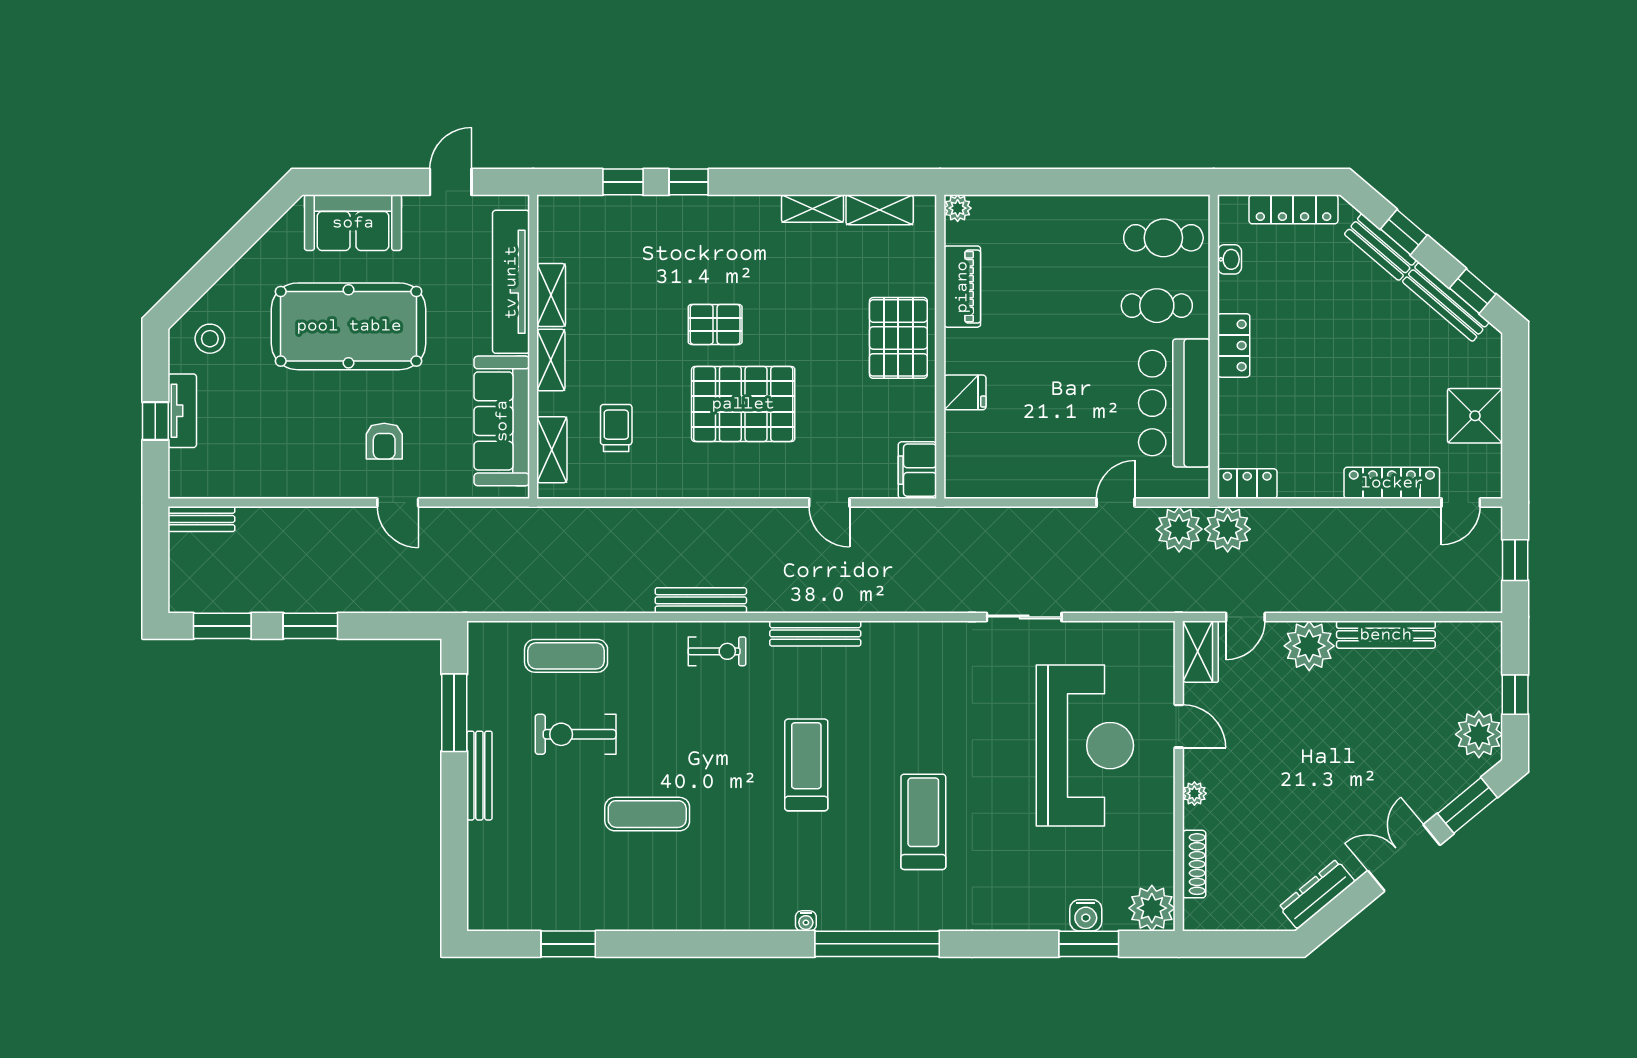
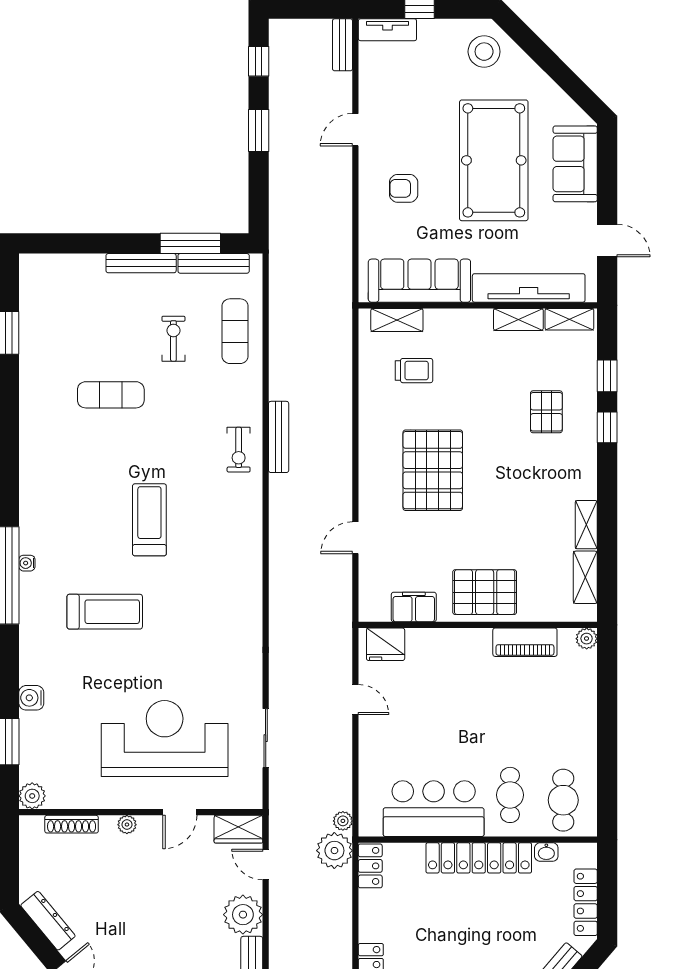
pallet: (715, 324) -> (546, 412), moved
stool: (210, 339) -> (484, 52), width x1.38, depth x1.38
locker: (1234, 345) -> (479, 858), width x2.16, depth x1.21
shelving: (551, 360) -> (569, 319), moved
fridge: (965, 392) -> (386, 644), moved, width x1.38
tv unit: (182, 411) -> (387, 30), moved
filing cabinet: (917, 470) -> (414, 607), moved
door: (398, 502) -> (355, 130), moved
door: (1116, 502) -> (355, 699), moved
plant: (1179, 529) -> (343, 821), width x0.53, depth x0.53
sliding door: (1024, 617) -> (266, 738), moved
window: (222, 626) -> (259, 61), width x0.67
bench: (815, 633) -> (214, 263), moved, turned 90
exercise bike: (576, 734) -> (173, 339), width x0.73, depth x0.72
reception desk: (1085, 746) -> (165, 739), turned 180
treadmill: (806, 765) -> (149, 520), turned -90
exercise mat: (647, 814) -> (111, 395), turned 90
plant: (1152, 908) -> (32, 796), width x0.73, depth x0.73
water cooler: (1086, 915) -> (31, 698), moved
water cooler: (806, 921) -> (27, 563), moved

